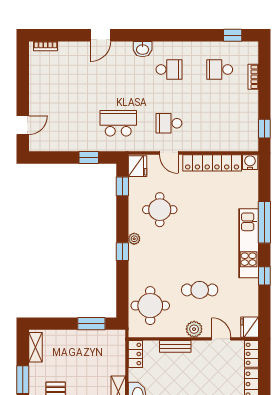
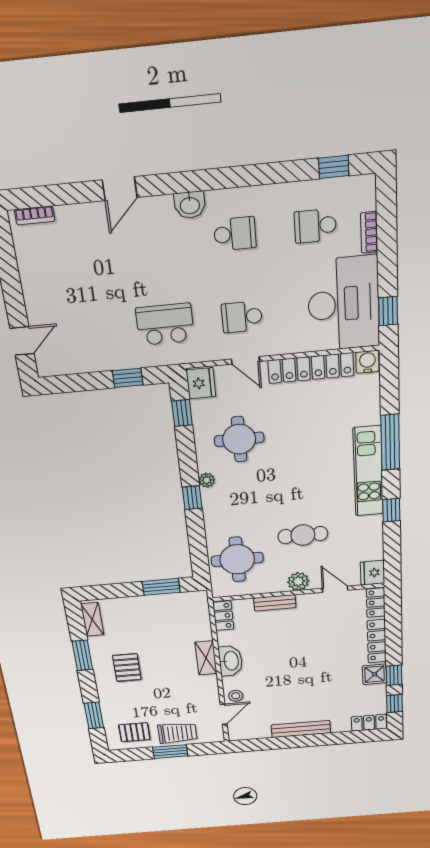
desk: (236, 121) -> (344, 304), added

